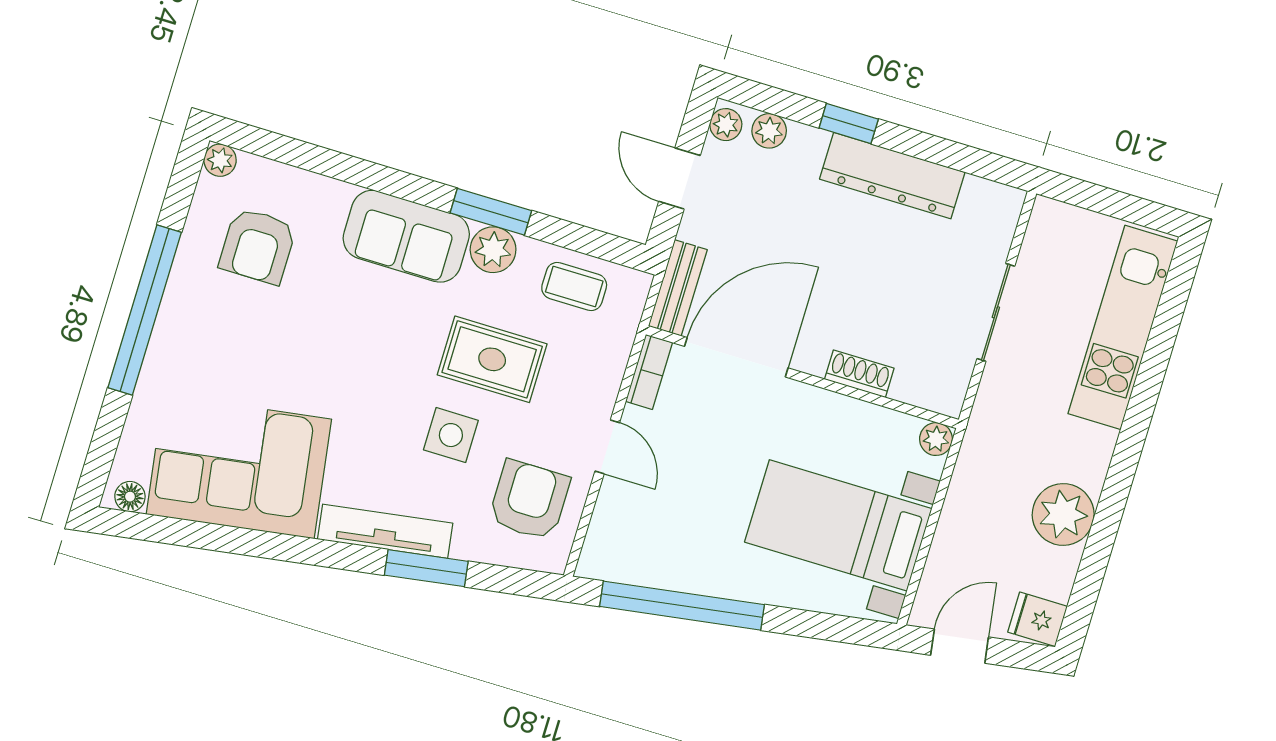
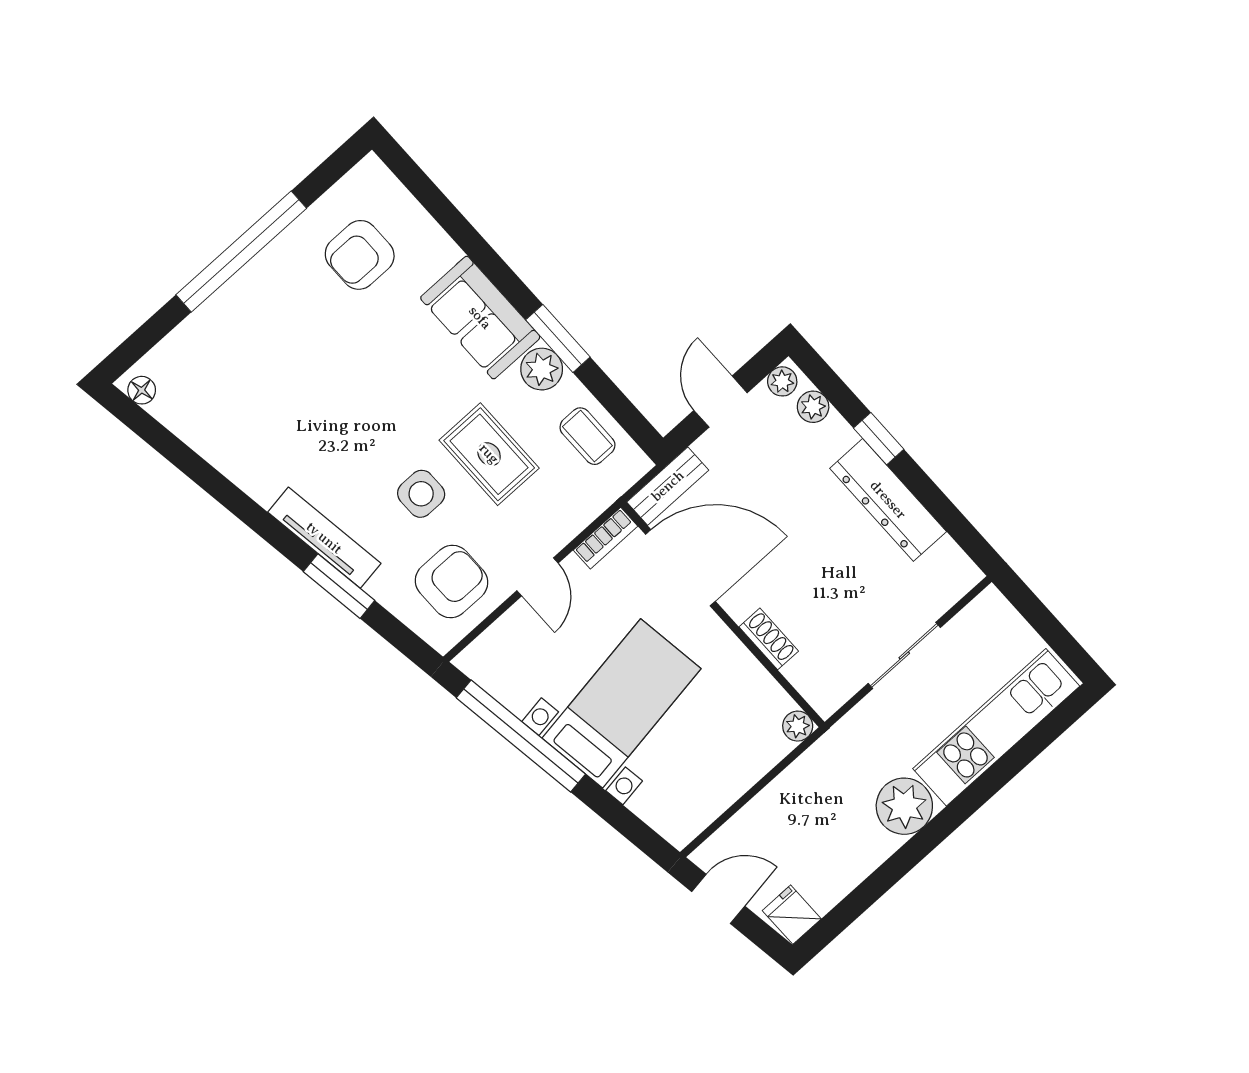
plant: (220, 160) -> (371, 170), removed
corner sofa: (239, 467) -> (241, 418), removed
plant: (1063, 514) -> (904, 806), moved
bed with nightstands: (838, 525) -> (622, 703), moved, turned 82

